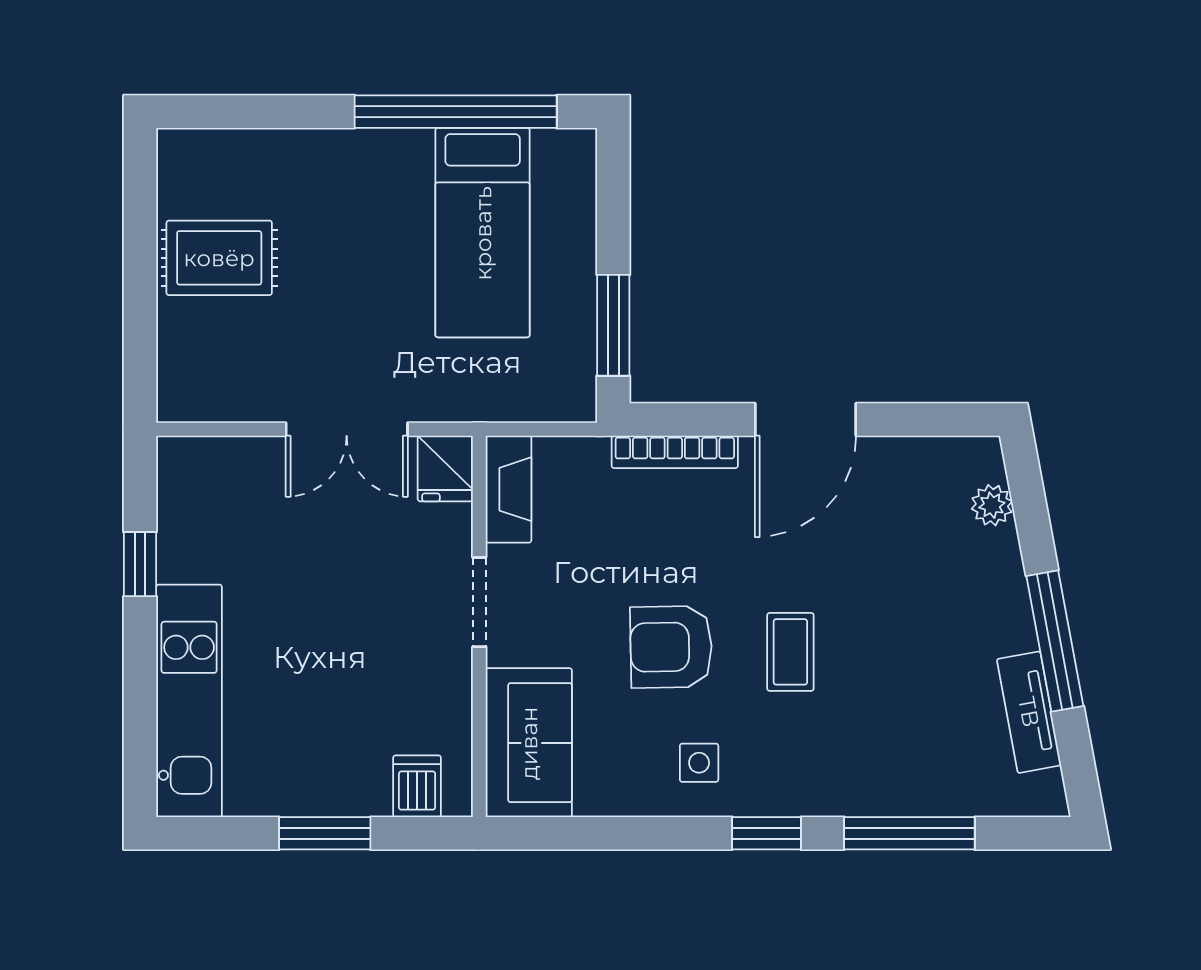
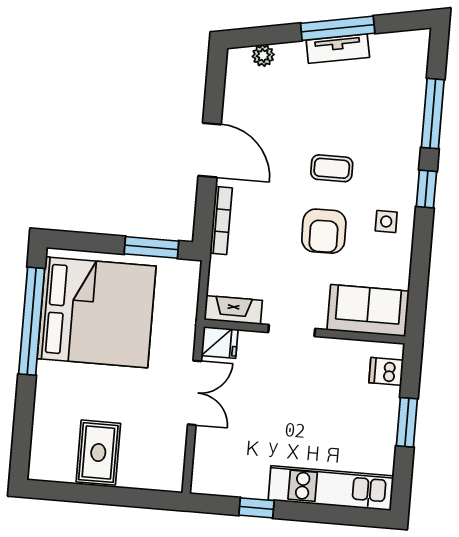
bed: (483, 233) -> (97, 312), width x2.04
tv unit: (1029, 712) -> (338, 49), moved

